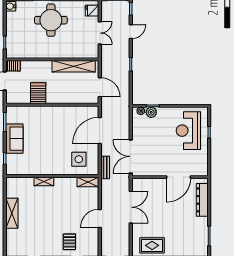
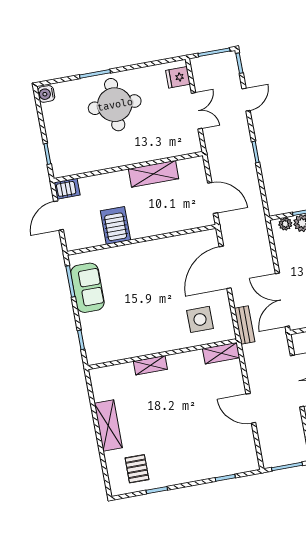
shelving: (74, 66) -> (153, 174), width x0.68
sofa: (14, 139) -> (87, 288), moved
door: (100, 218) -> (251, 408), hinge flipped
pallet: (69, 242) -> (137, 469), moved

